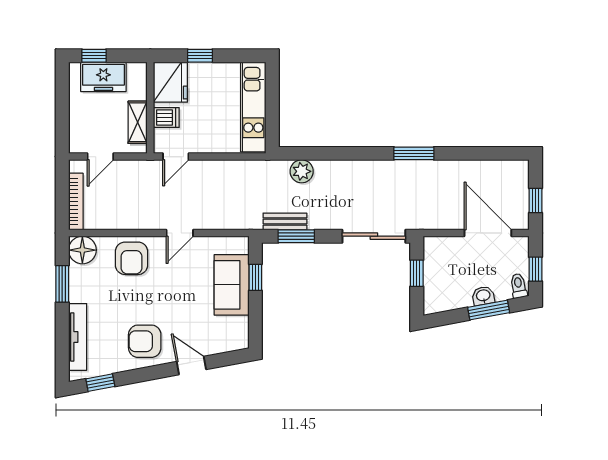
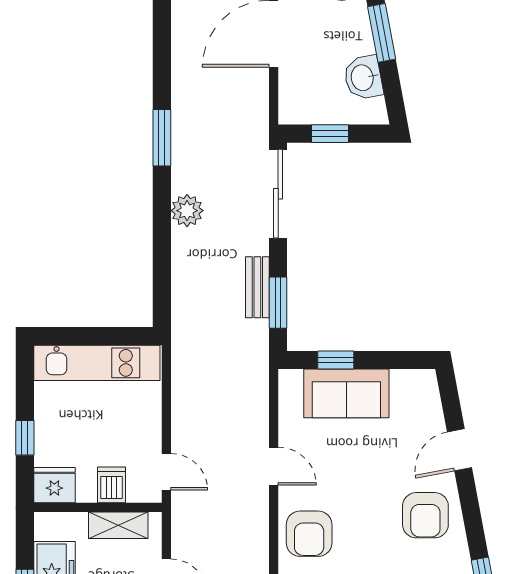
fridge: (170, 82) -> (54, 485), width x0.73, depth x0.75
plant: (302, 171) -> (187, 211), moved
bench: (285, 221) -> (257, 287), moved
armchair: (132, 258) -> (309, 534), turned 90
washbasin: (483, 296) -> (363, 78), moved, width x1.38, depth x1.45

